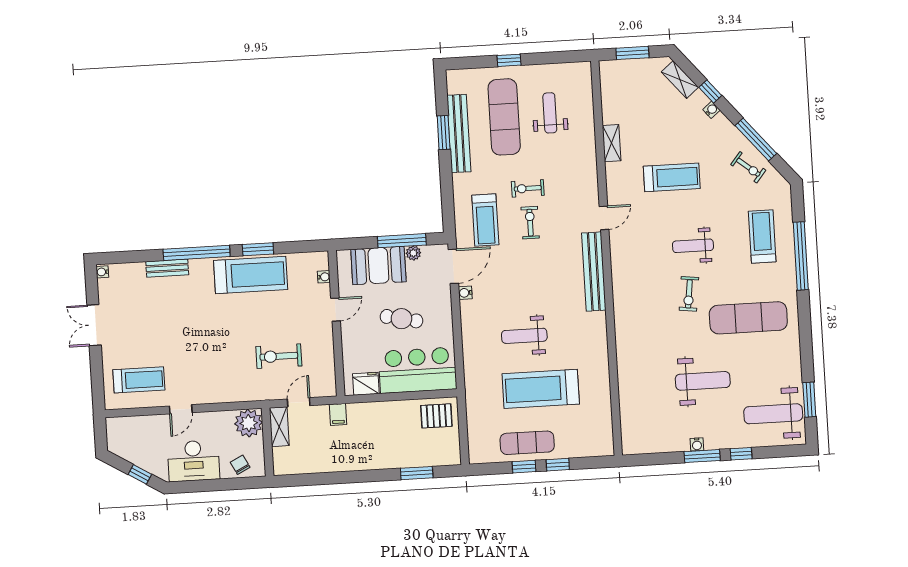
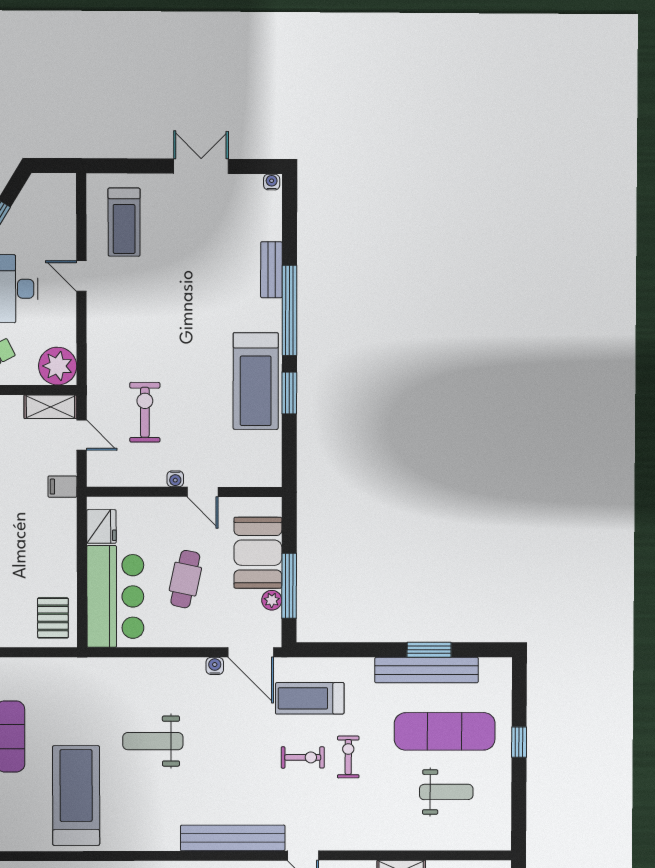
water cooler: (324, 277) -> (175, 479), moved
weight bench: (524, 336) -> (153, 741), turned -90
treadmill: (541, 389) -> (76, 796), moved

